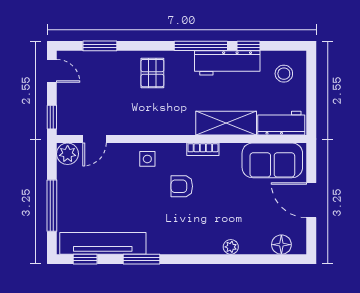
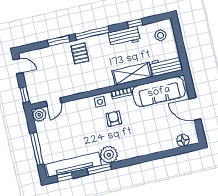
window: (100, 46) -> (59, 41), moved
window: (201, 46) -> (92, 33), moved
workbench: (227, 63) -> (124, 37), width x0.73
side table: (147, 159) -> (100, 102), moved
sofa: (272, 160) -> (159, 92), width x1.36
armchair: (182, 186) -> (114, 119), turned 90
plant: (231, 247) -> (109, 155), moved, width x1.88, depth x1.88

